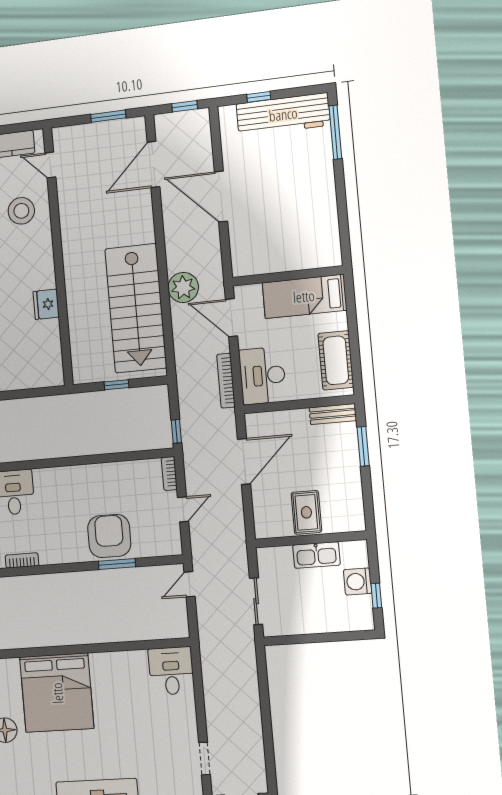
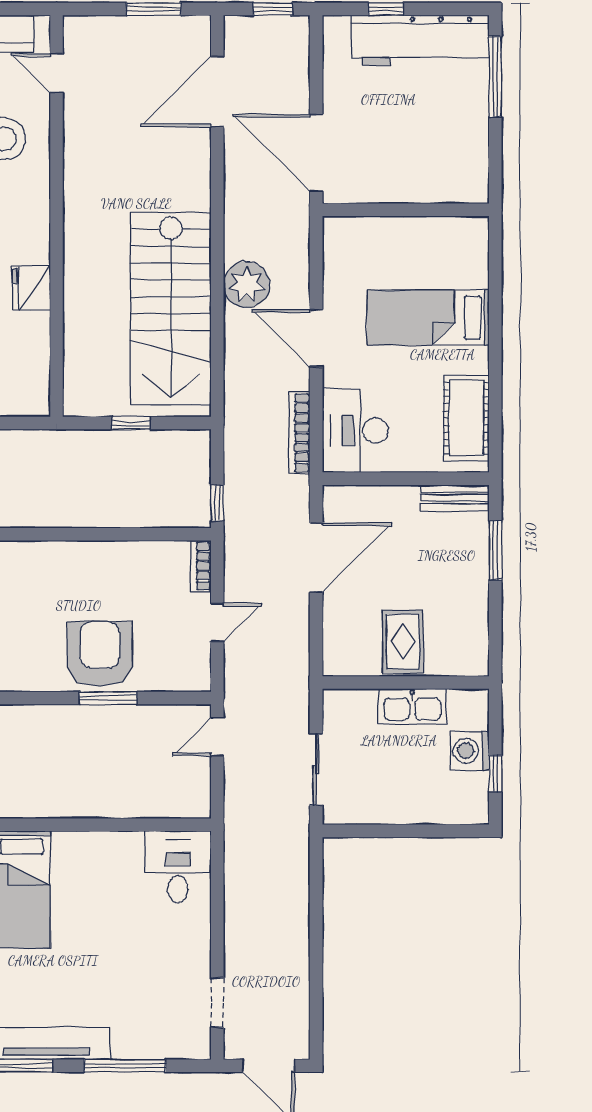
wall: (288, 276) -> (406, 210), moved

